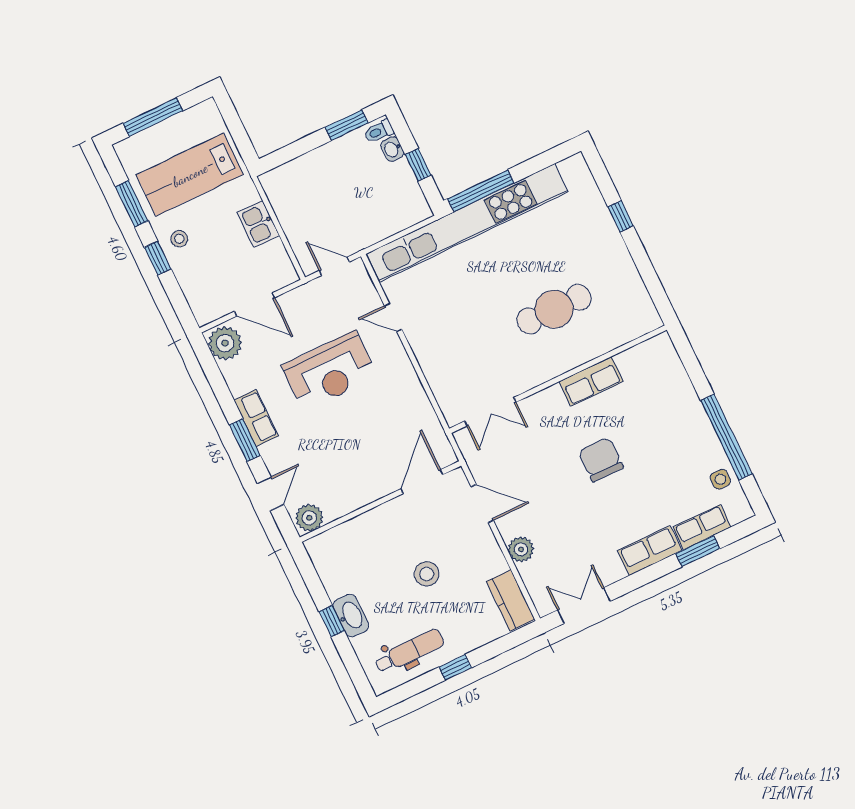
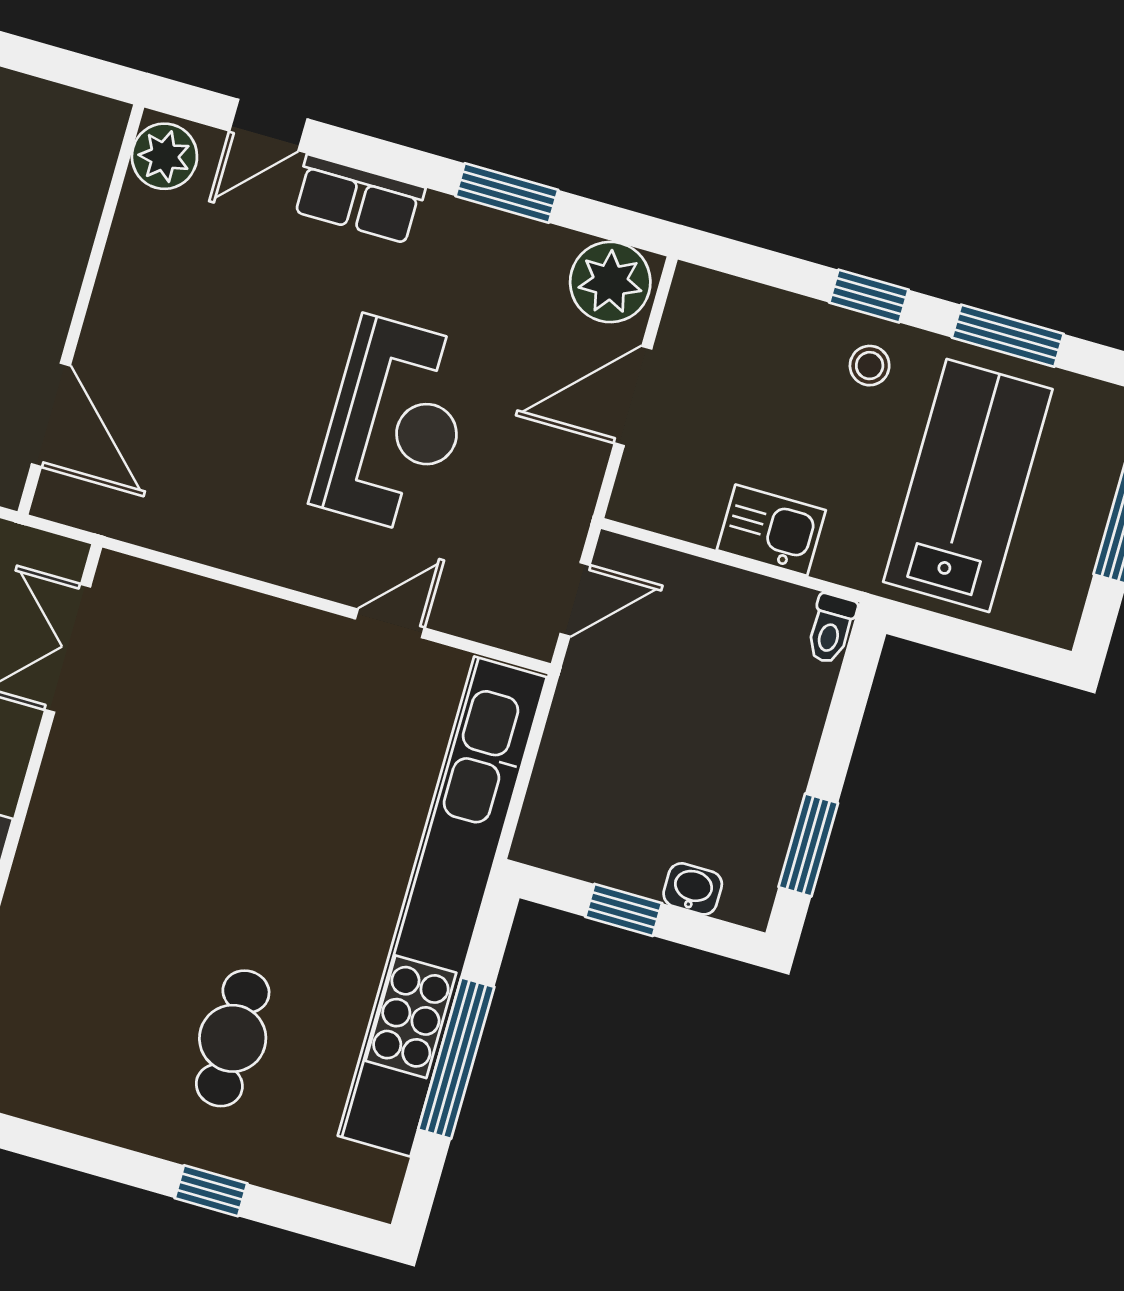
toilet: (379, 131) -> (831, 629), moved, turned 180
window: (481, 191) -> (456, 1058), moved
cafe table: (554, 309) -> (233, 1038), moved, width x0.73, depth x0.74
reception desk: (330, 371) -> (395, 425), turned 180
row of seats: (256, 418) -> (358, 199), moved
window: (245, 440) -> (507, 193), moved
door: (271, 494) -> (268, 125), hinge flipped

